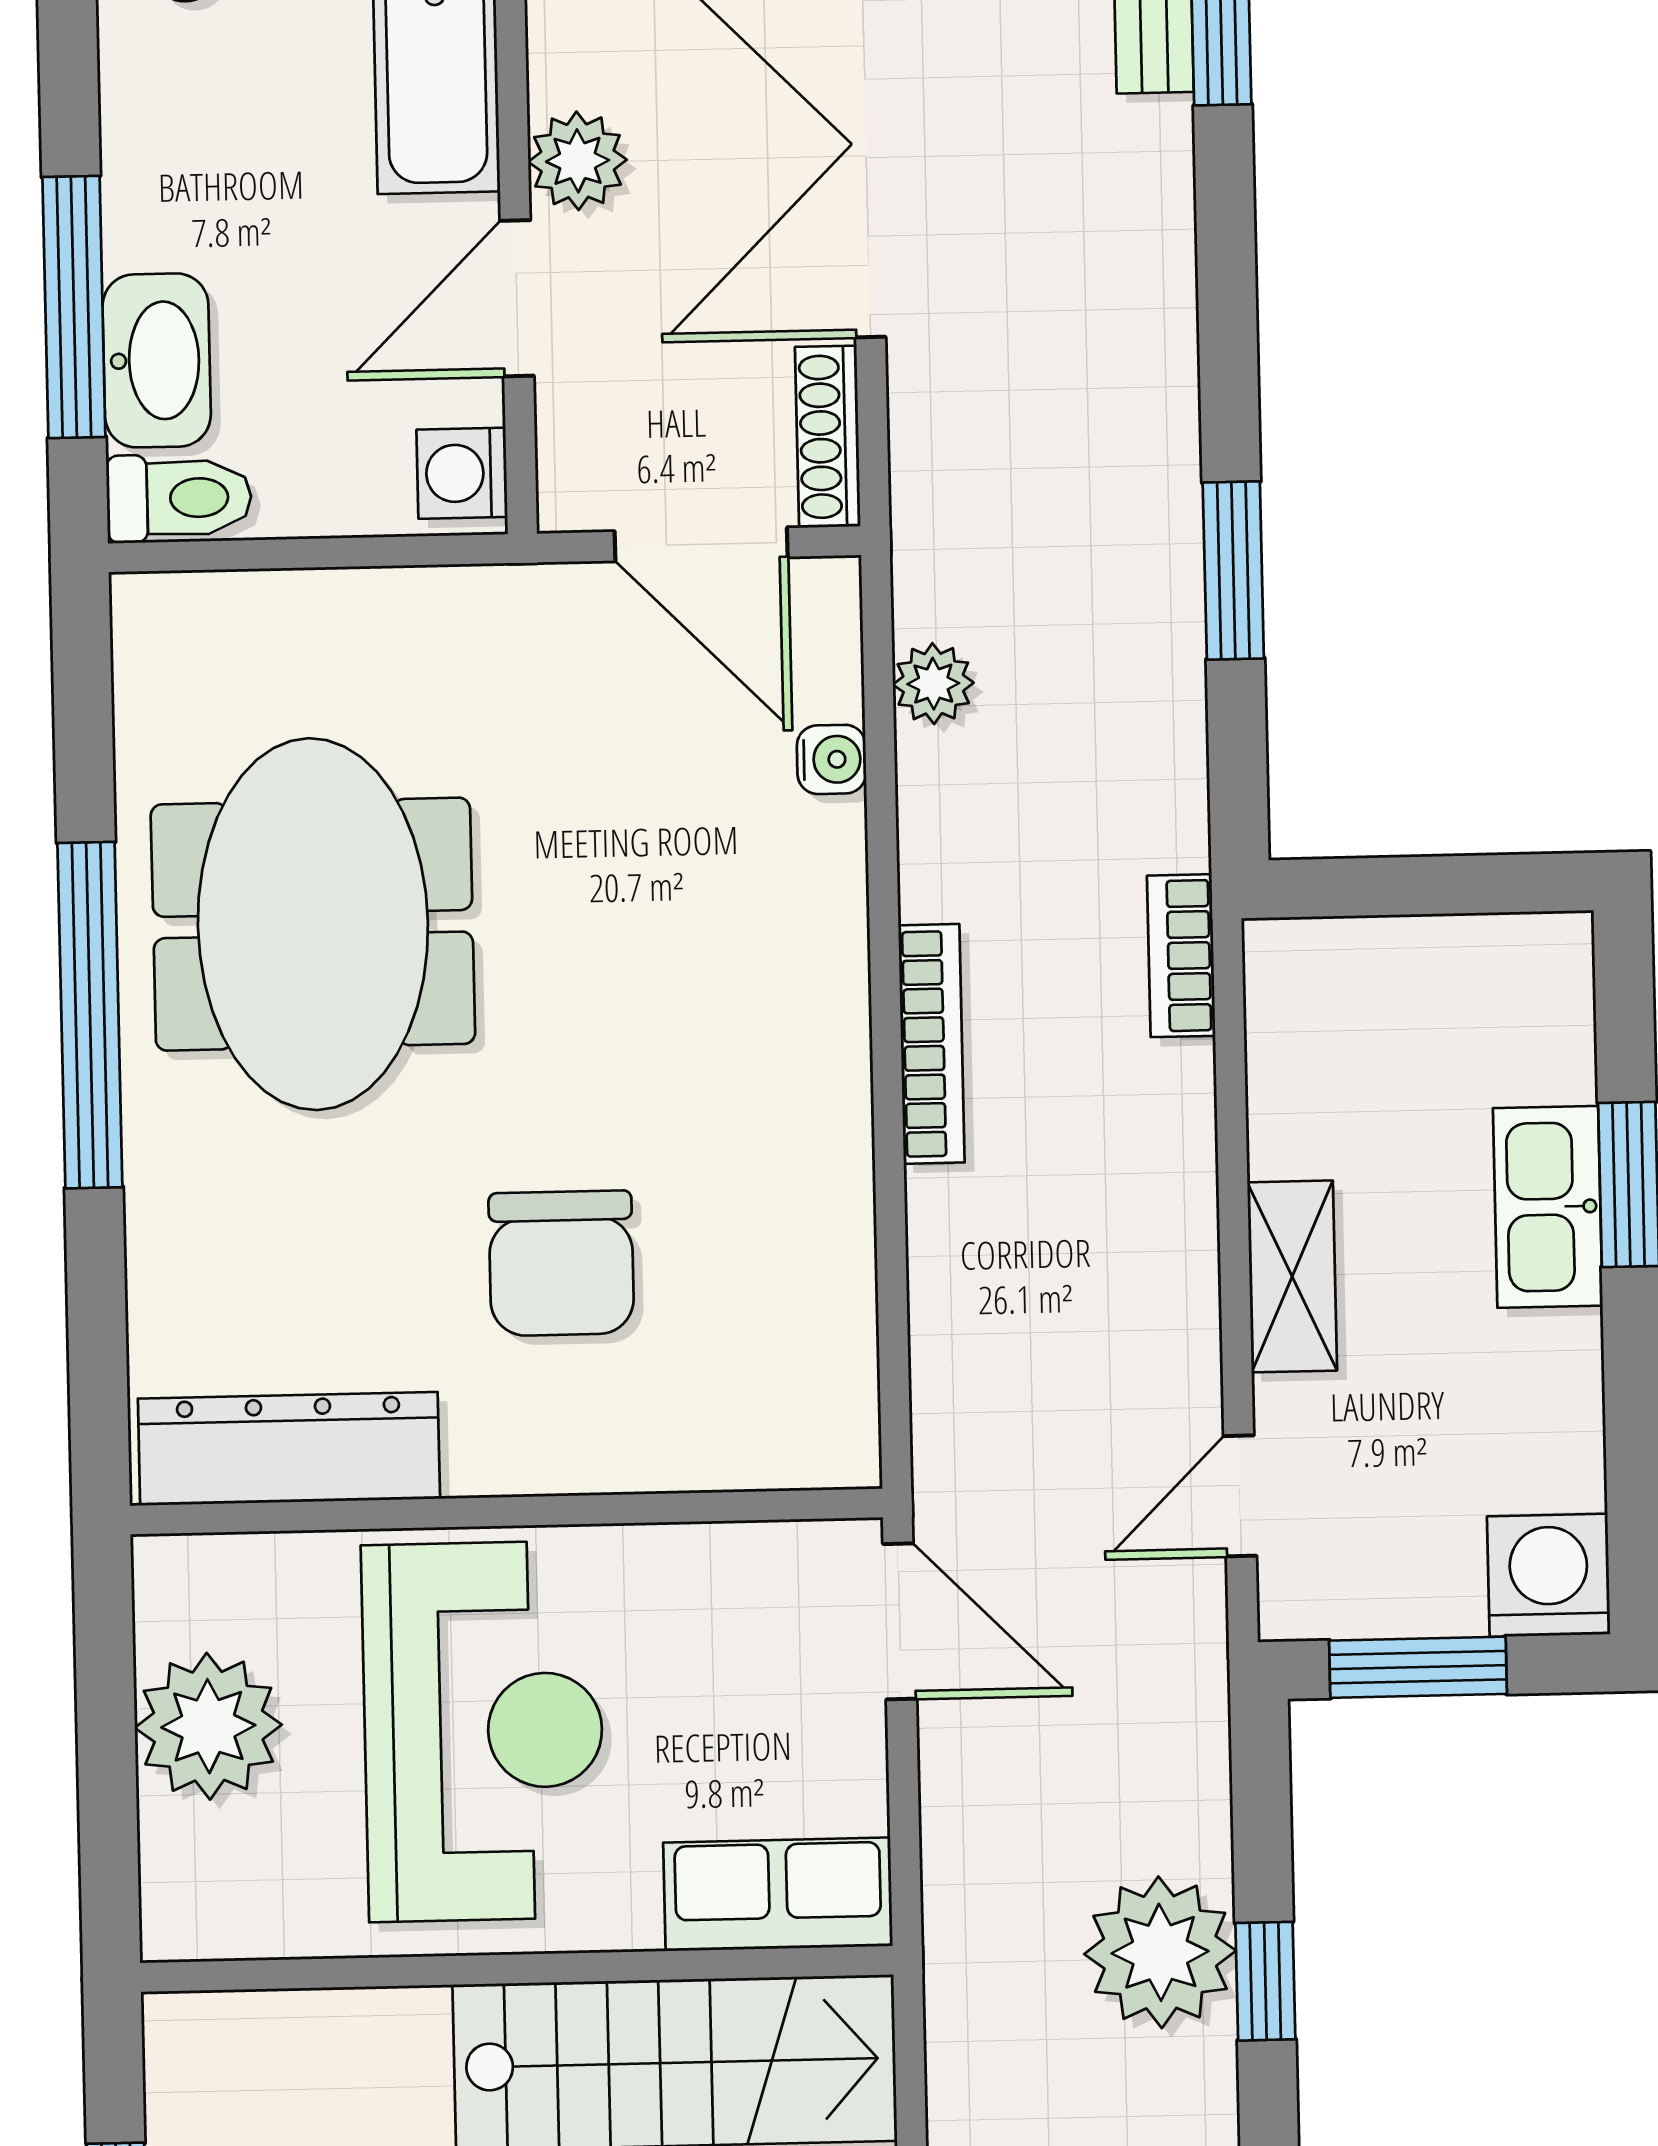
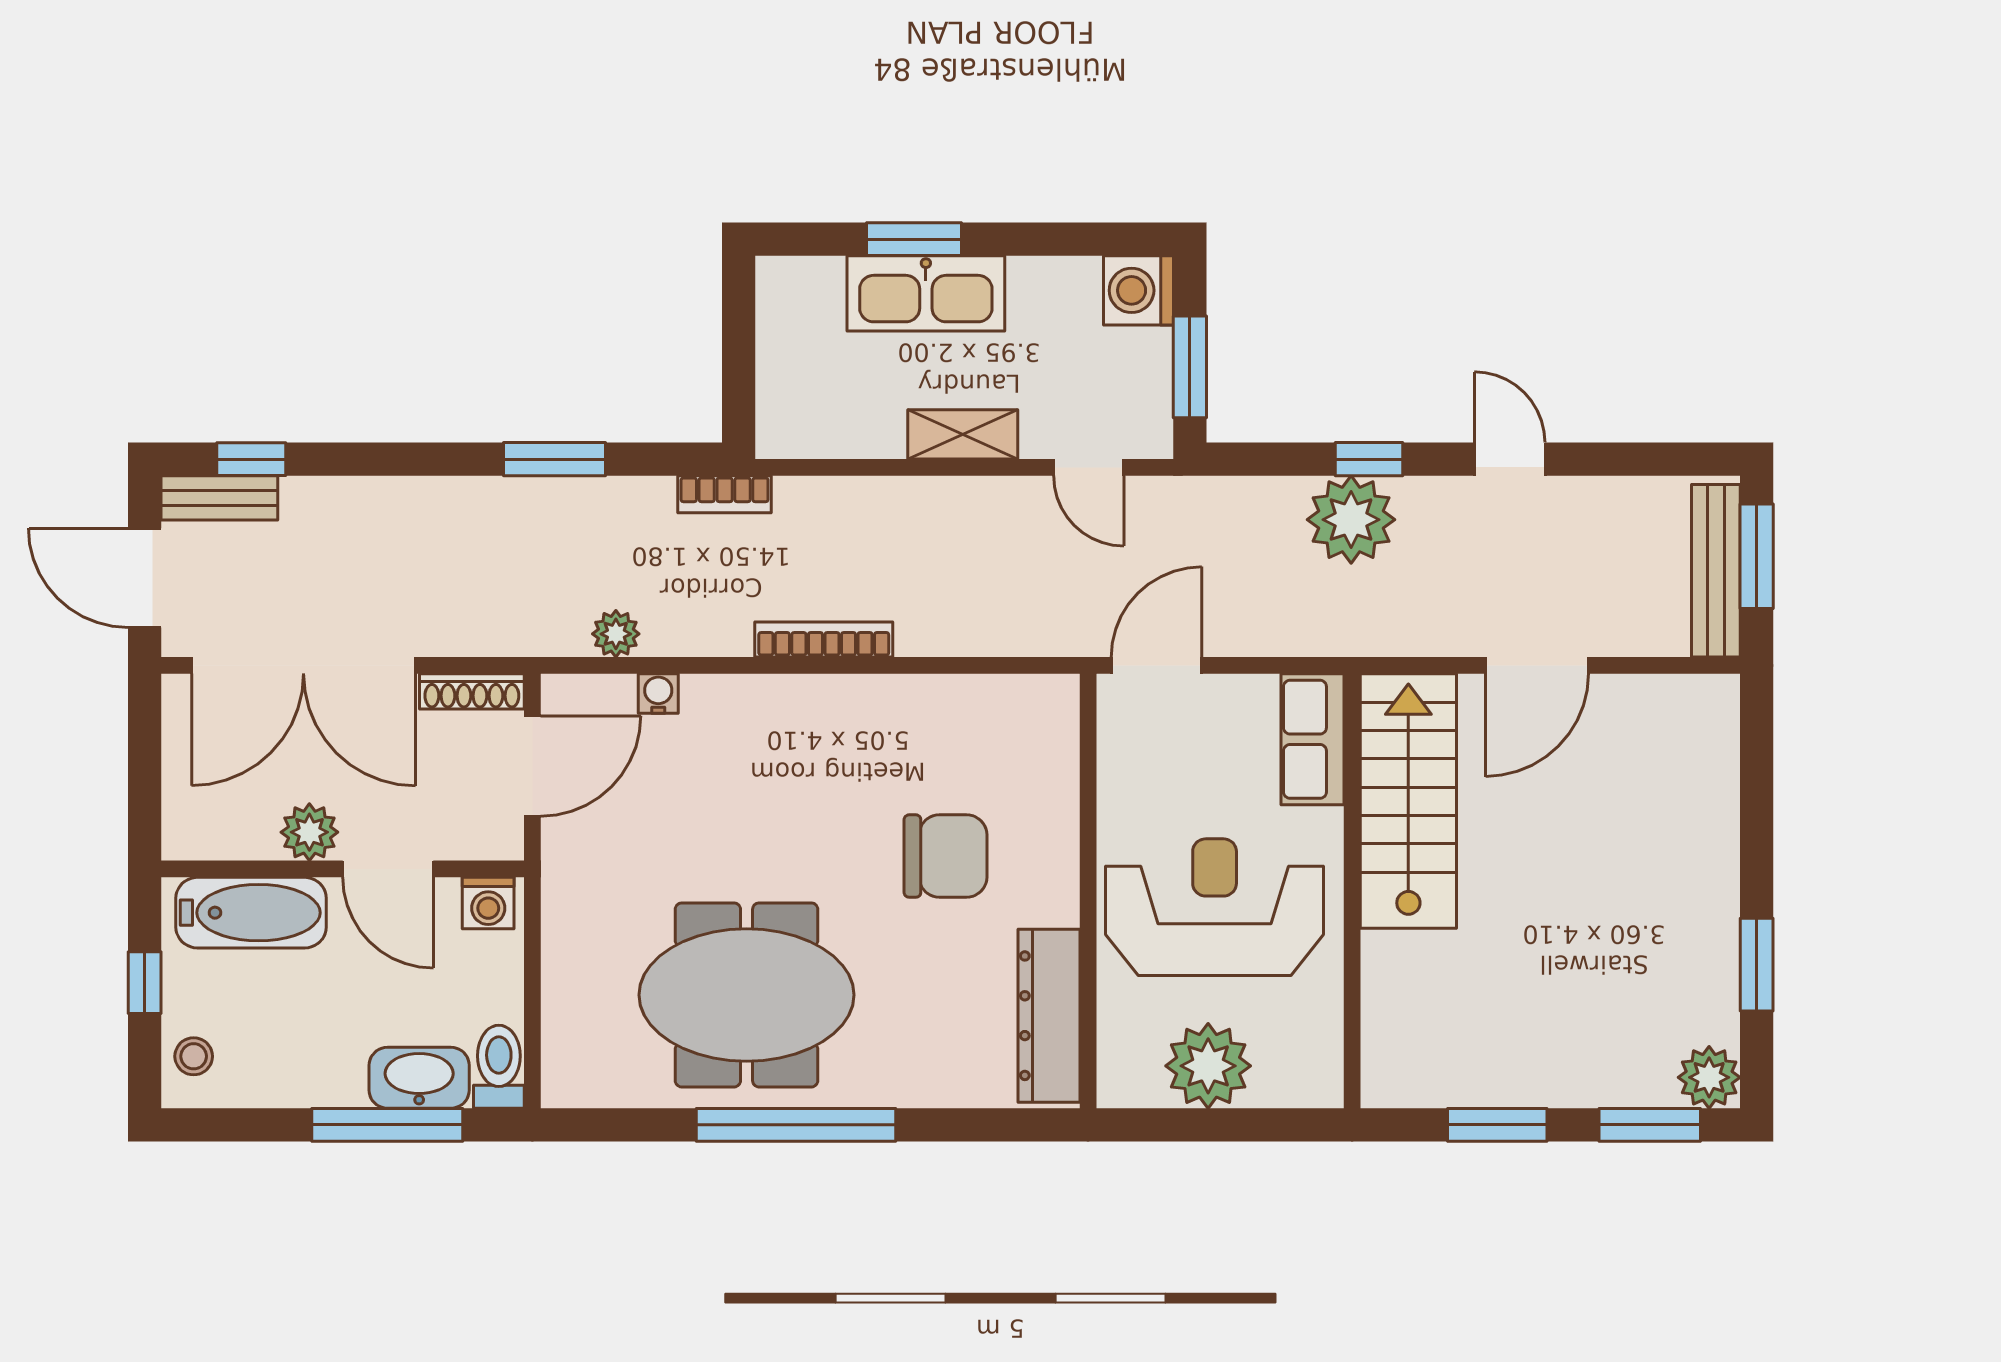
bookcase: (1181, 956) -> (725, 494), moved
kitchen sink: (1548, 1207) -> (926, 293), width x1.36, depth x1.24

